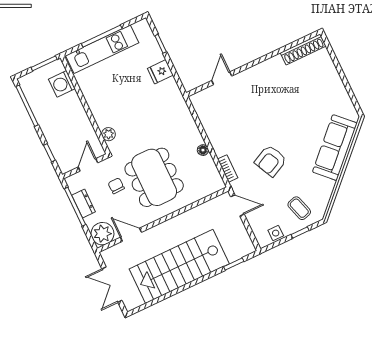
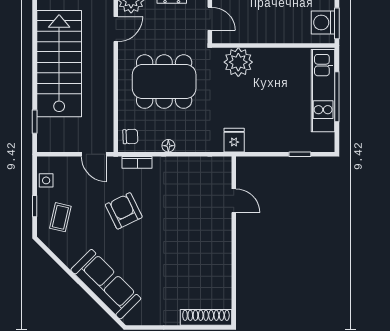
shoe rack: (303, 49) -> (206, 317), moved, turned 90
fridge: (160, 72) -> (234, 140), moved
washing machine: (62, 84) -> (323, 23), moved, turned -90
plant: (109, 134) -> (238, 62), width x1.88, depth x1.88
chair: (116, 186) -> (130, 137), moved
door: (237, 205) -> (94, 154), hinge flipped
coffee table: (299, 208) -> (60, 217), turned -60

